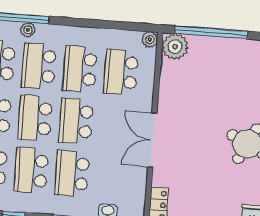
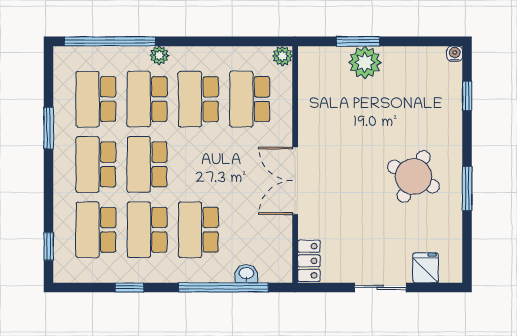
plant: (28, 30) -> (159, 55), moved
window: (211, 32) -> (358, 41), width x0.47
plant: (175, 47) -> (365, 62), moved
school desk: (76, 121) -> (198, 164), removed

